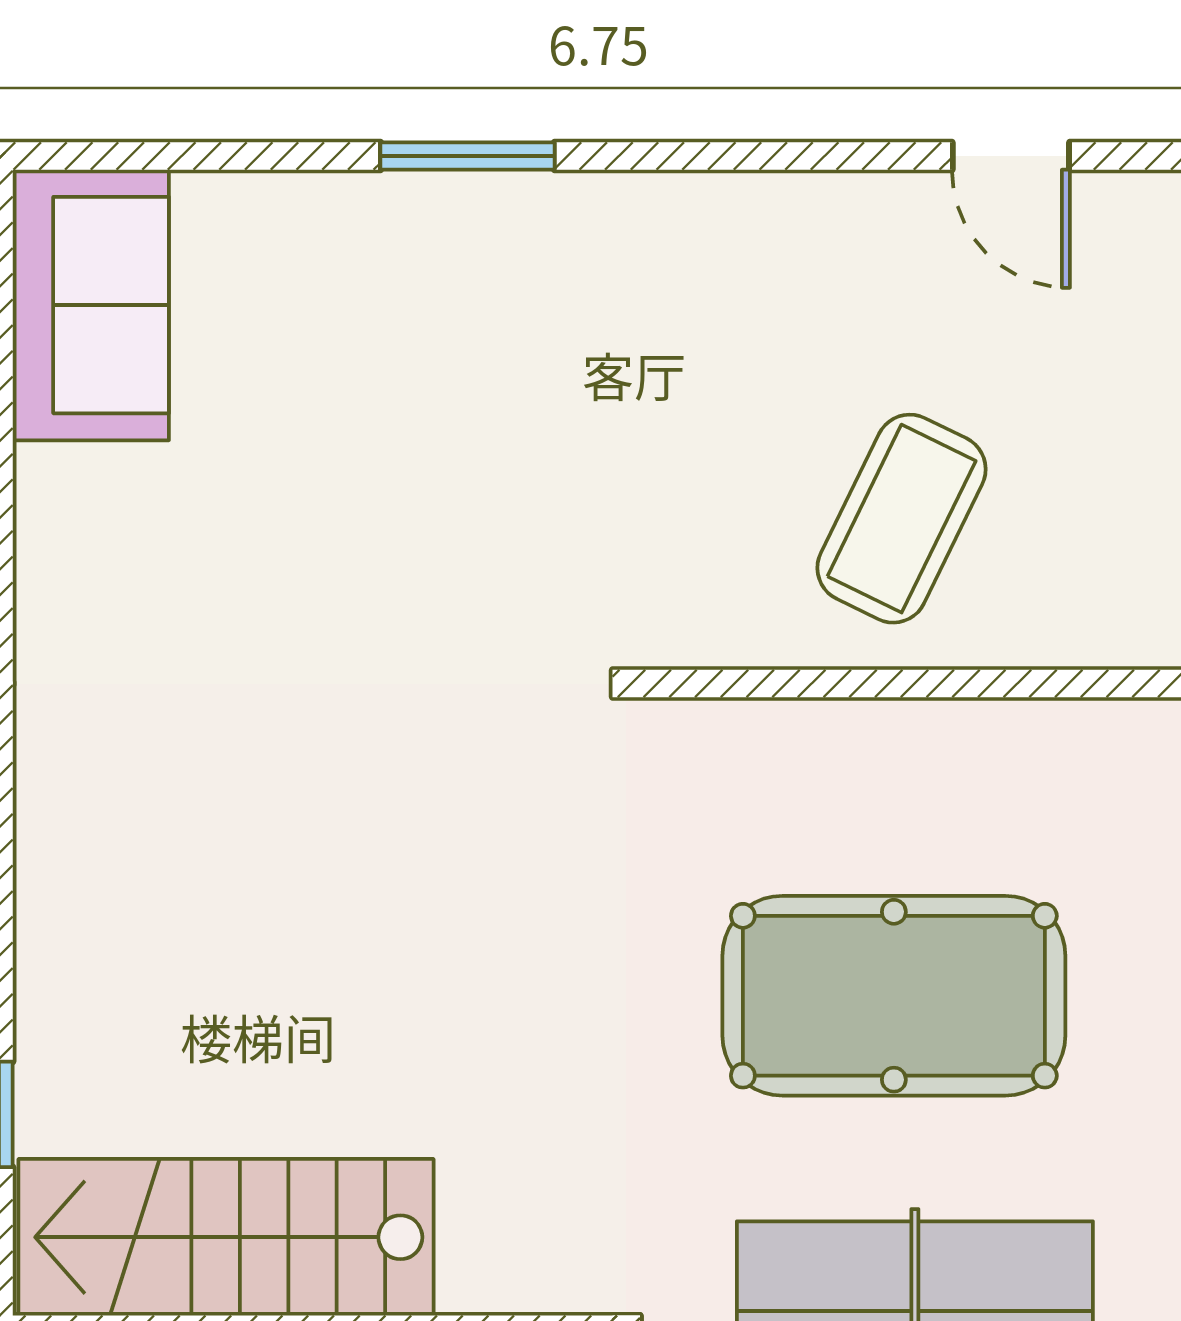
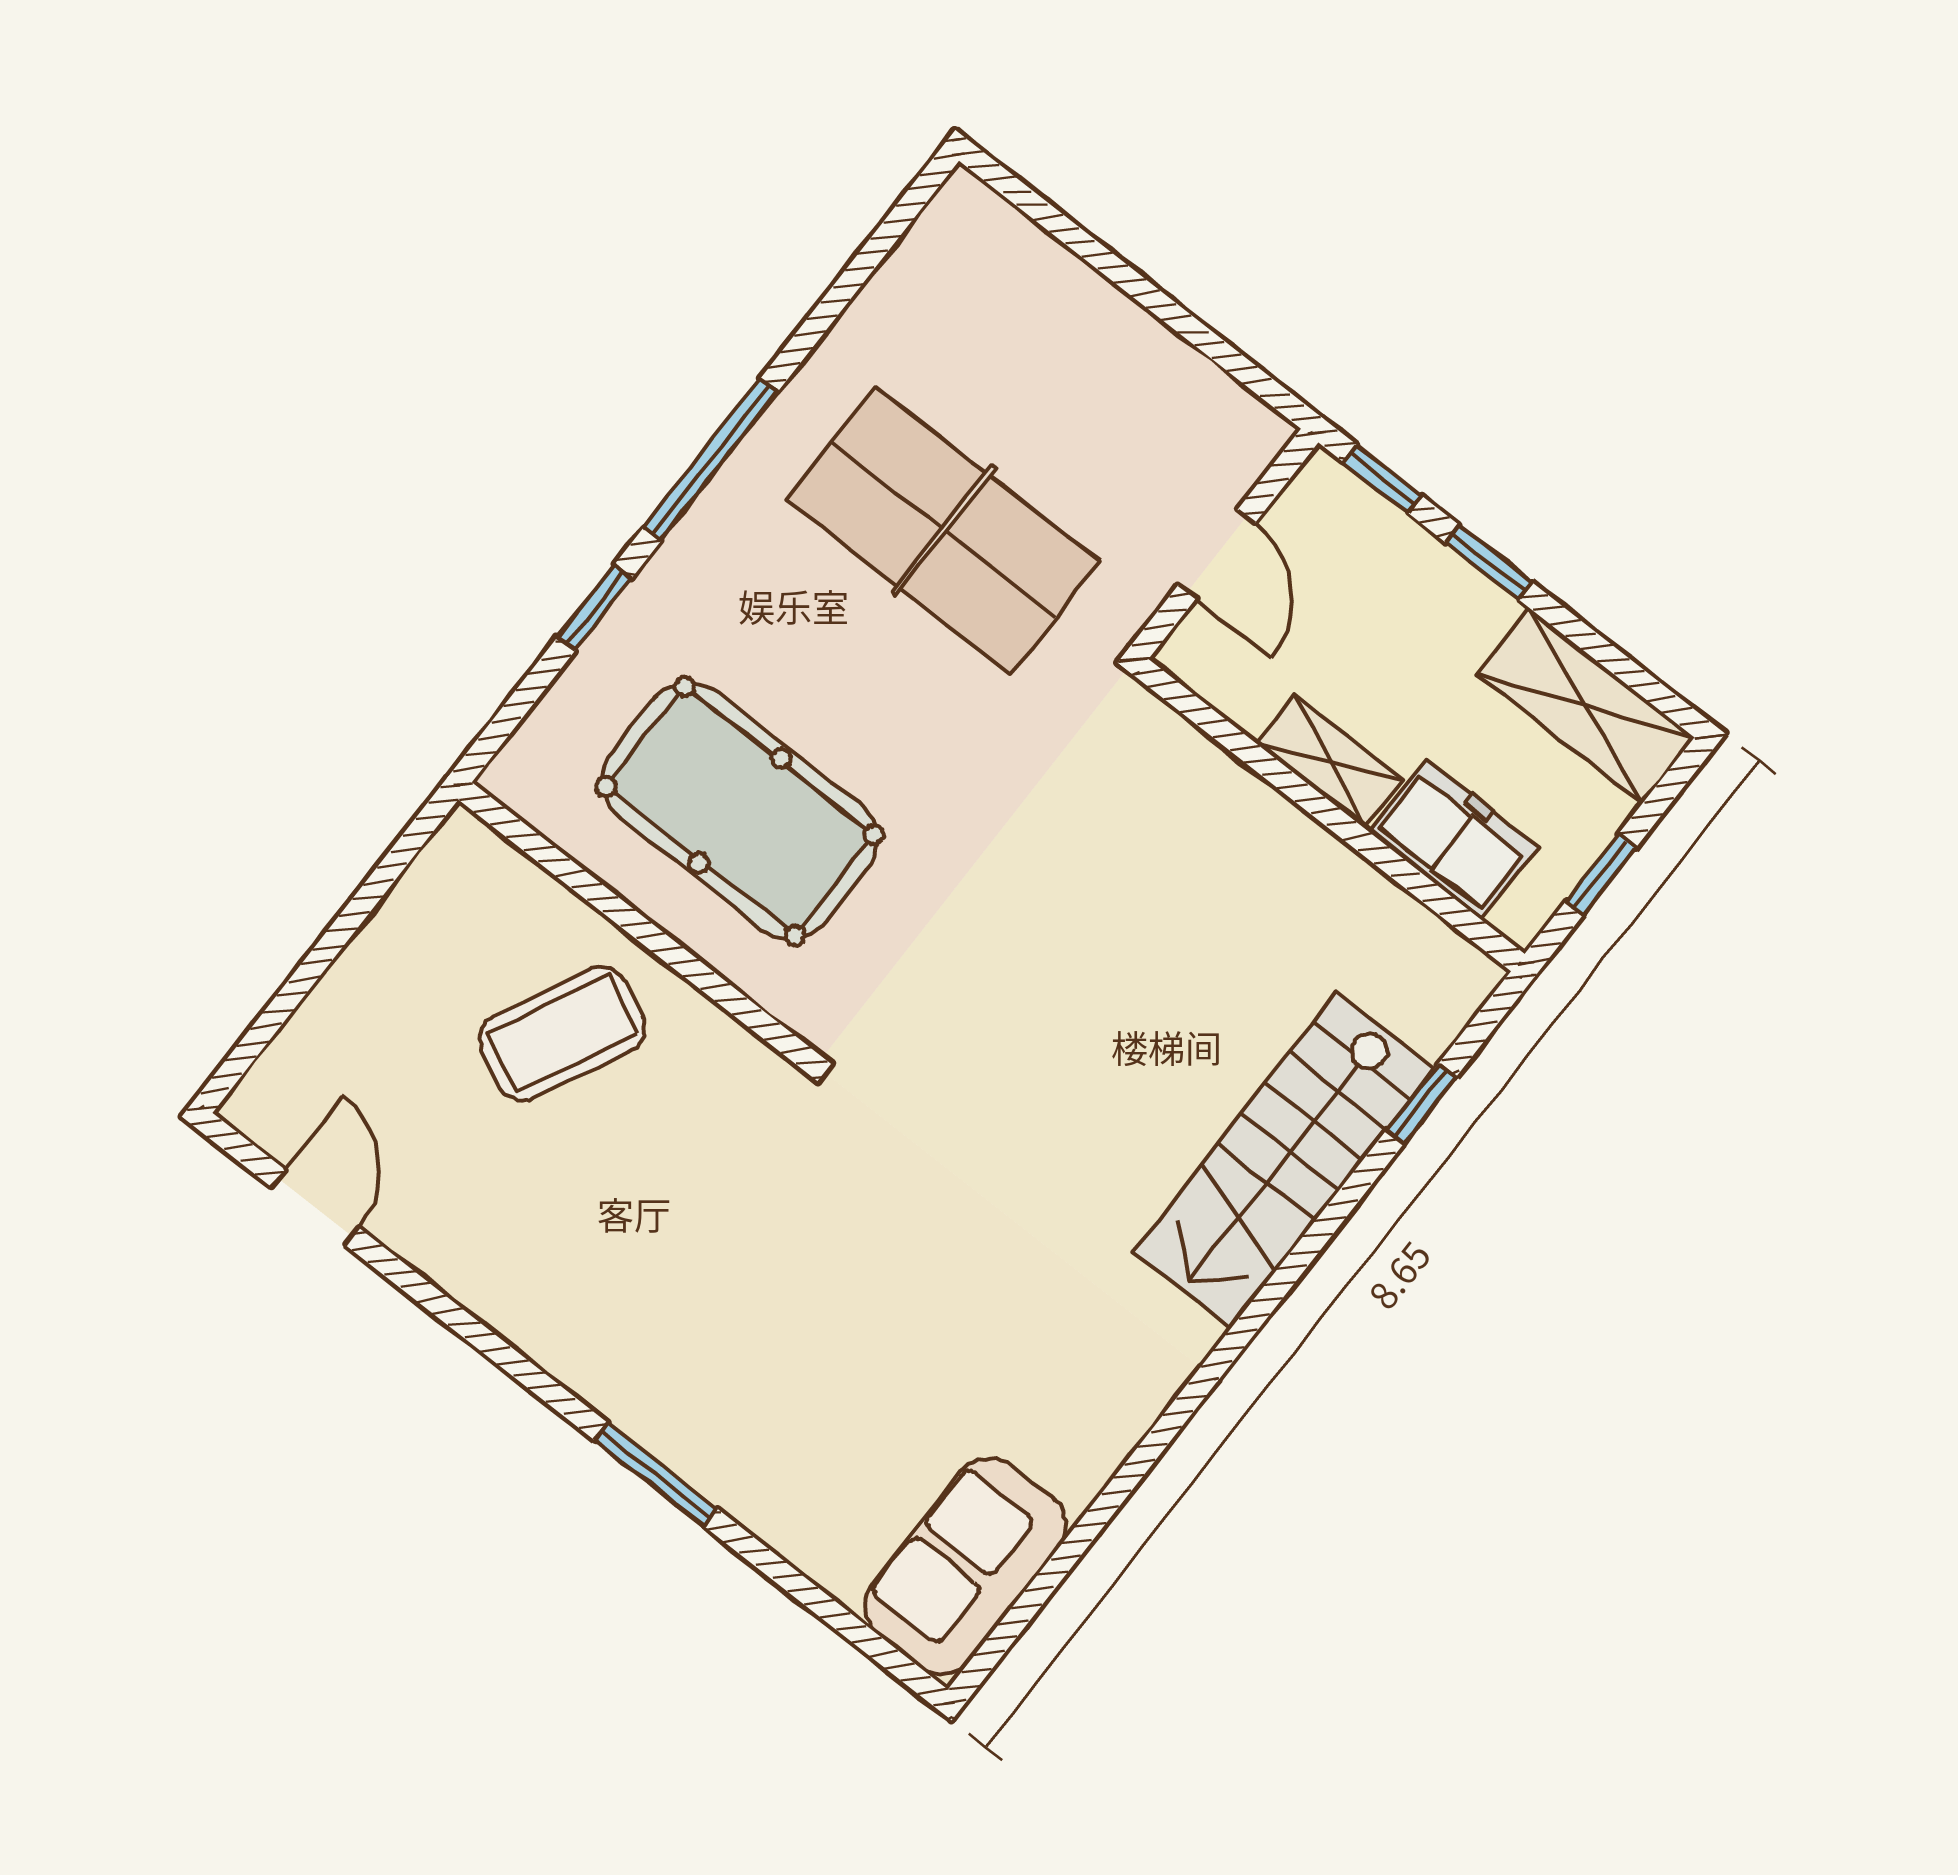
pool table: (894, 996) -> (740, 811), moved
stairs: (226, 1237) -> (1283, 1161), moved, turned 90

